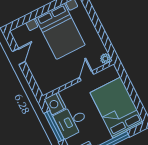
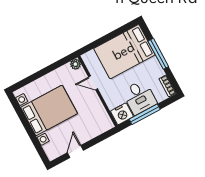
door: (19, 56) -> (75, 152), hinge flipped

